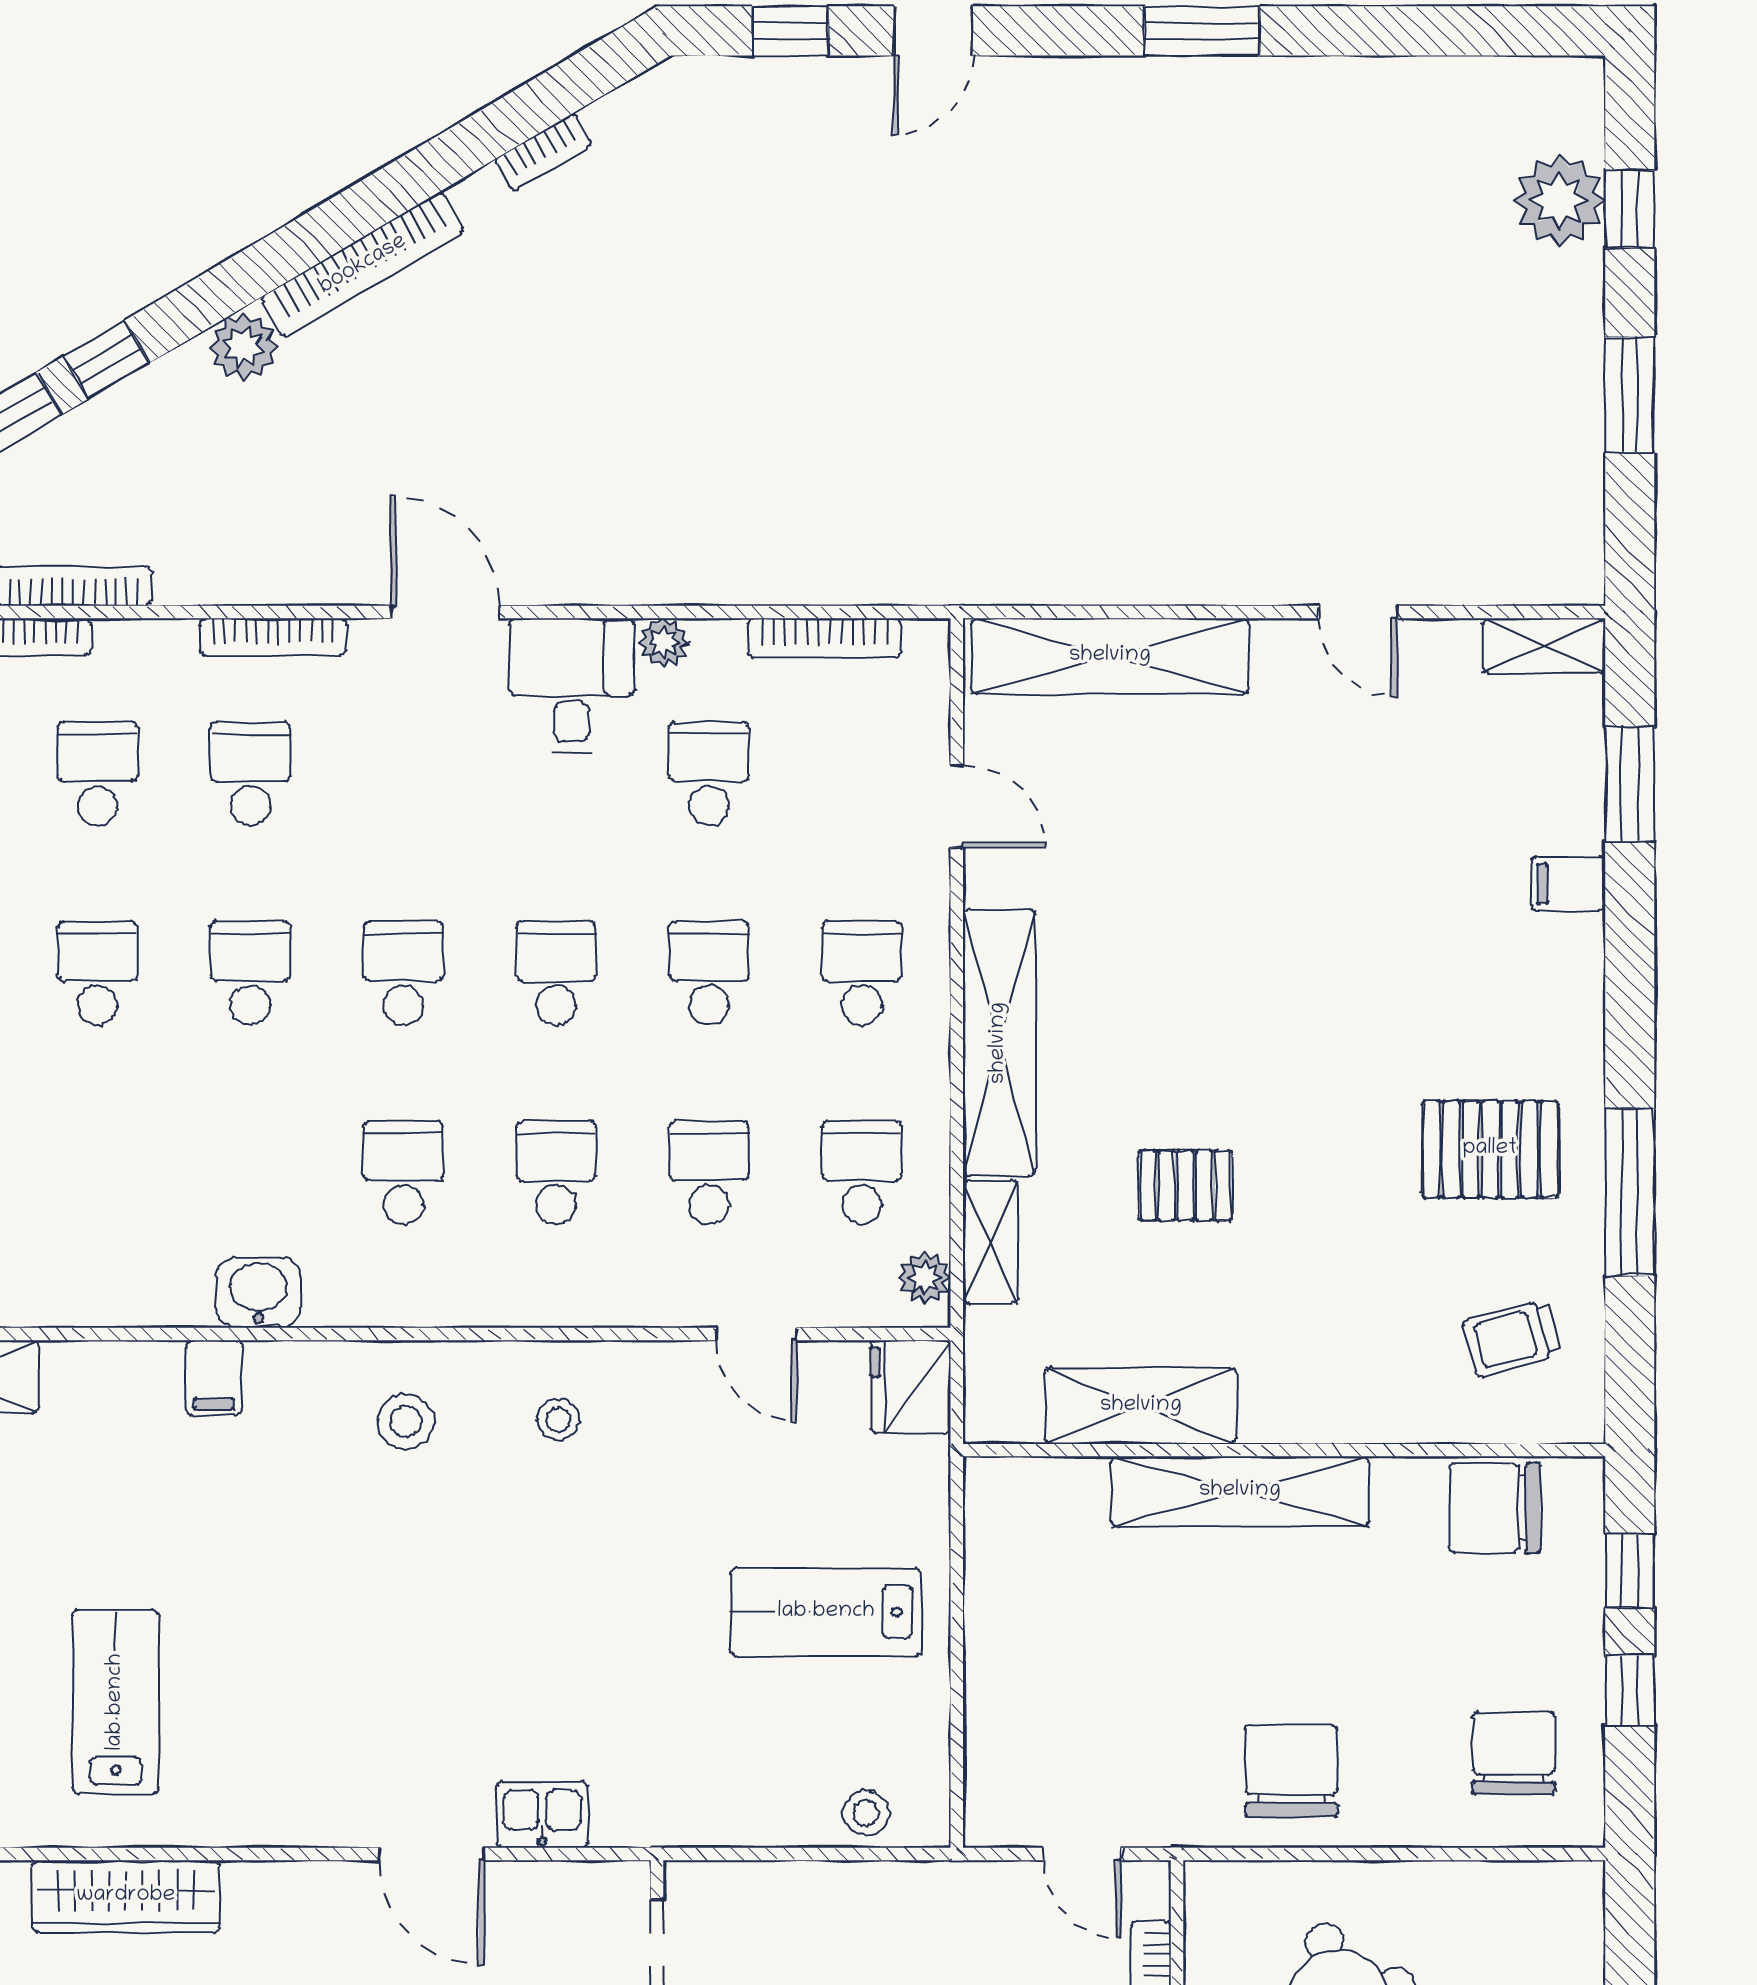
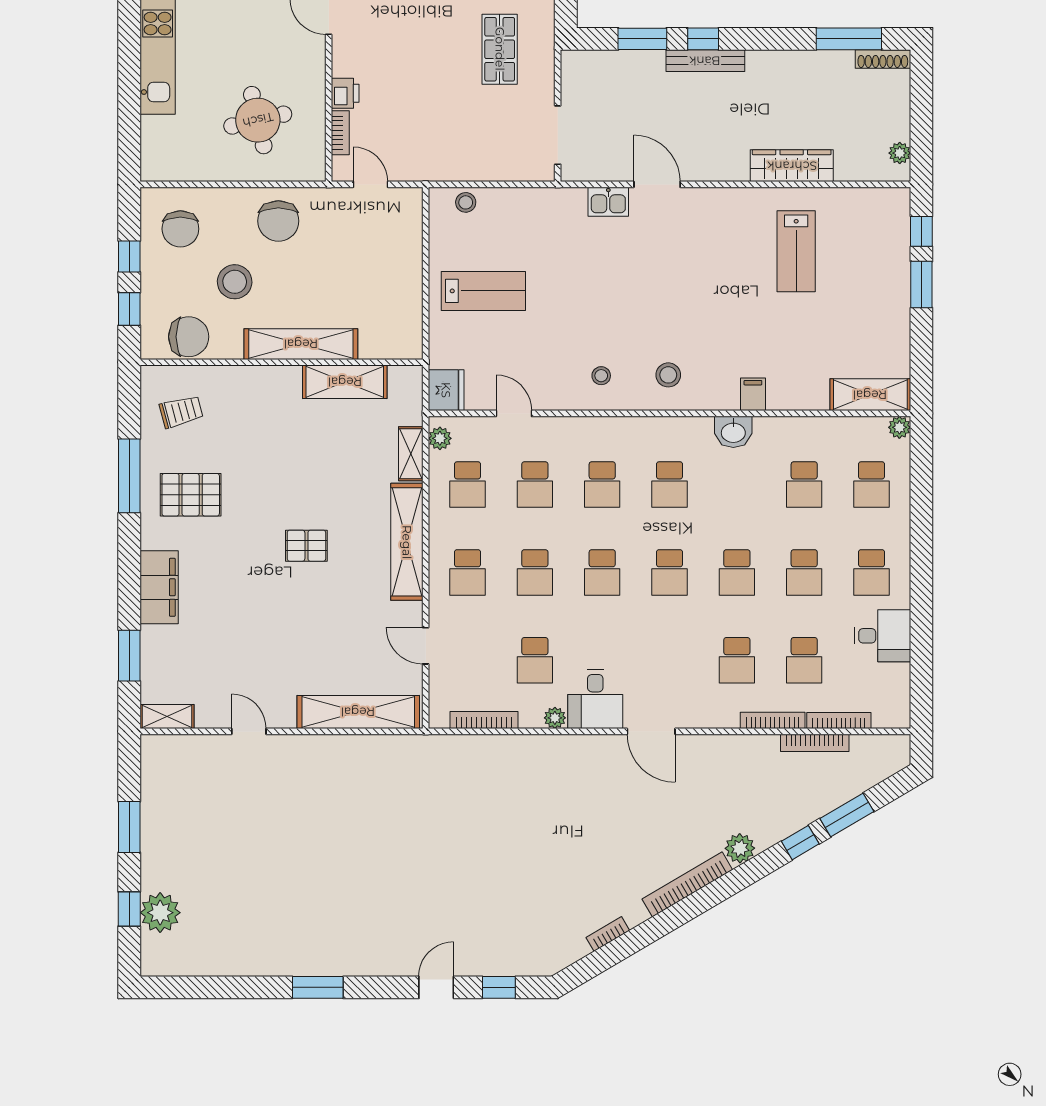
bookcase: (273, 637) -> (773, 720), moved
filing cabinet: (1568, 884) -> (159, 587), width x3.00, depth x1.17
school desk: (97, 1172) -> (804, 485), added
pallet: (1185, 1185) -> (306, 546), moved
stool: (1390, 1633) -> (235, 282), added

